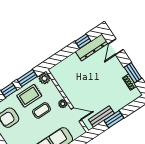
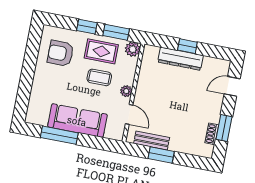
window: (83, 41) -> (187, 46), moved
dresser: (92, 47) -> (180, 59), moved

